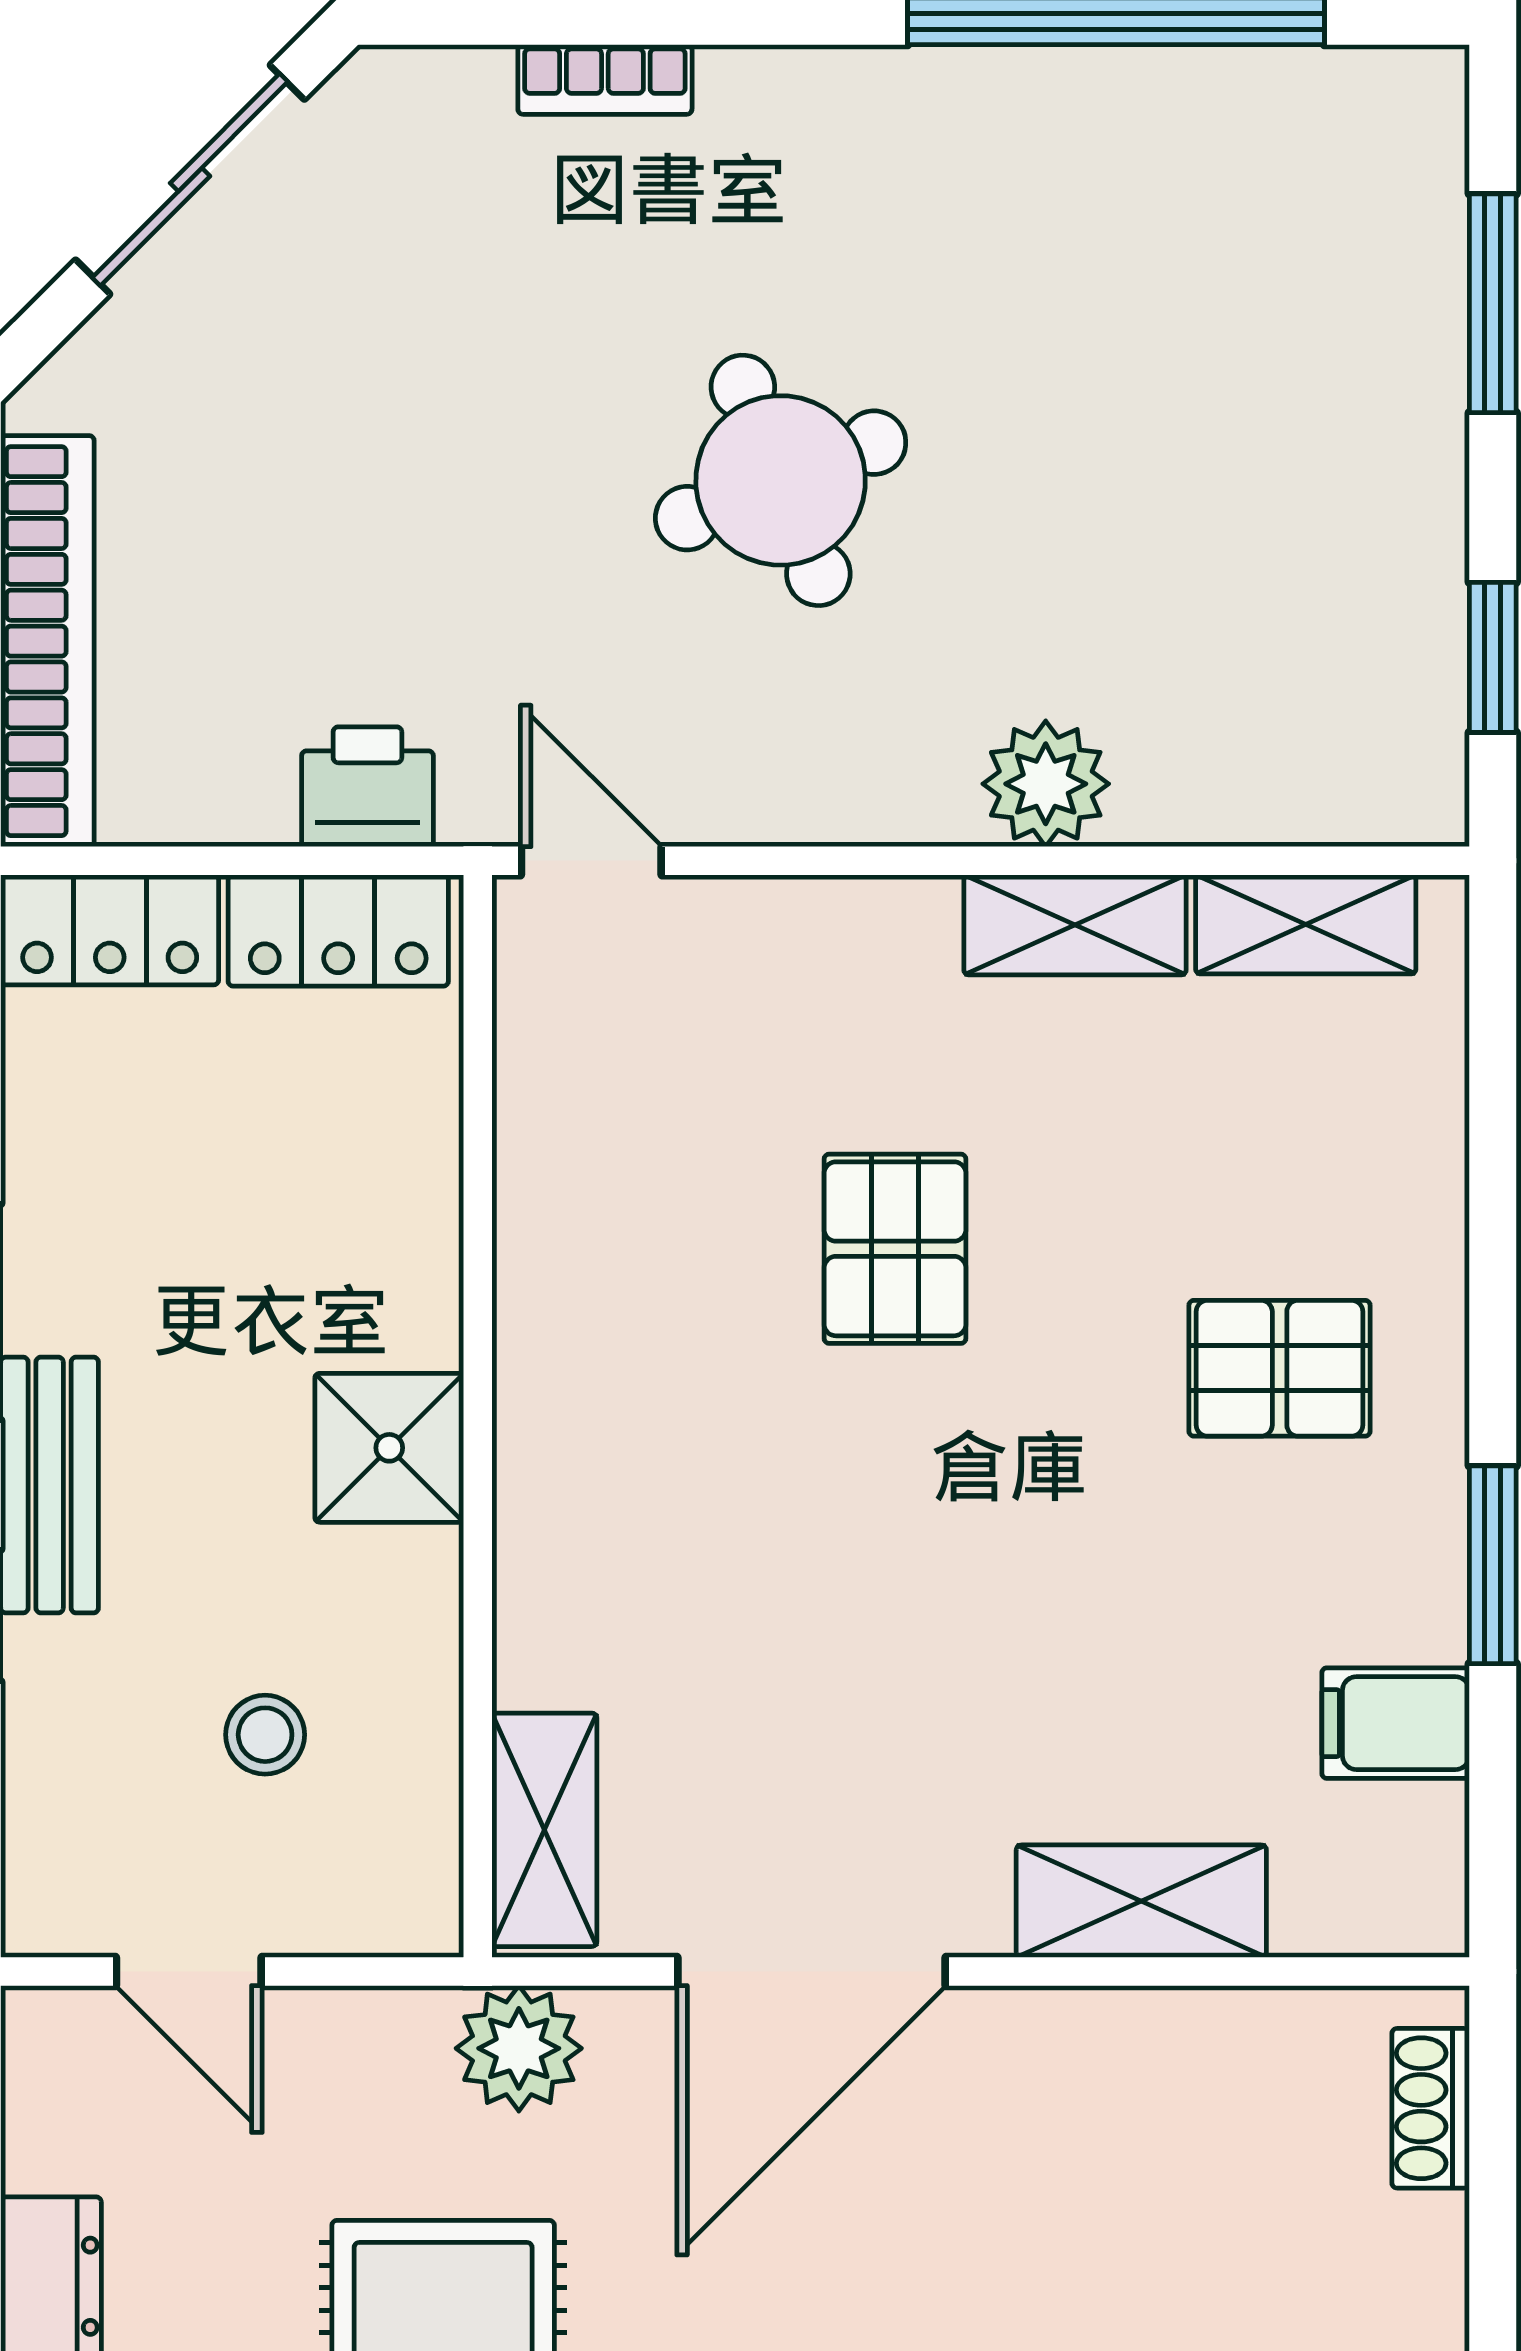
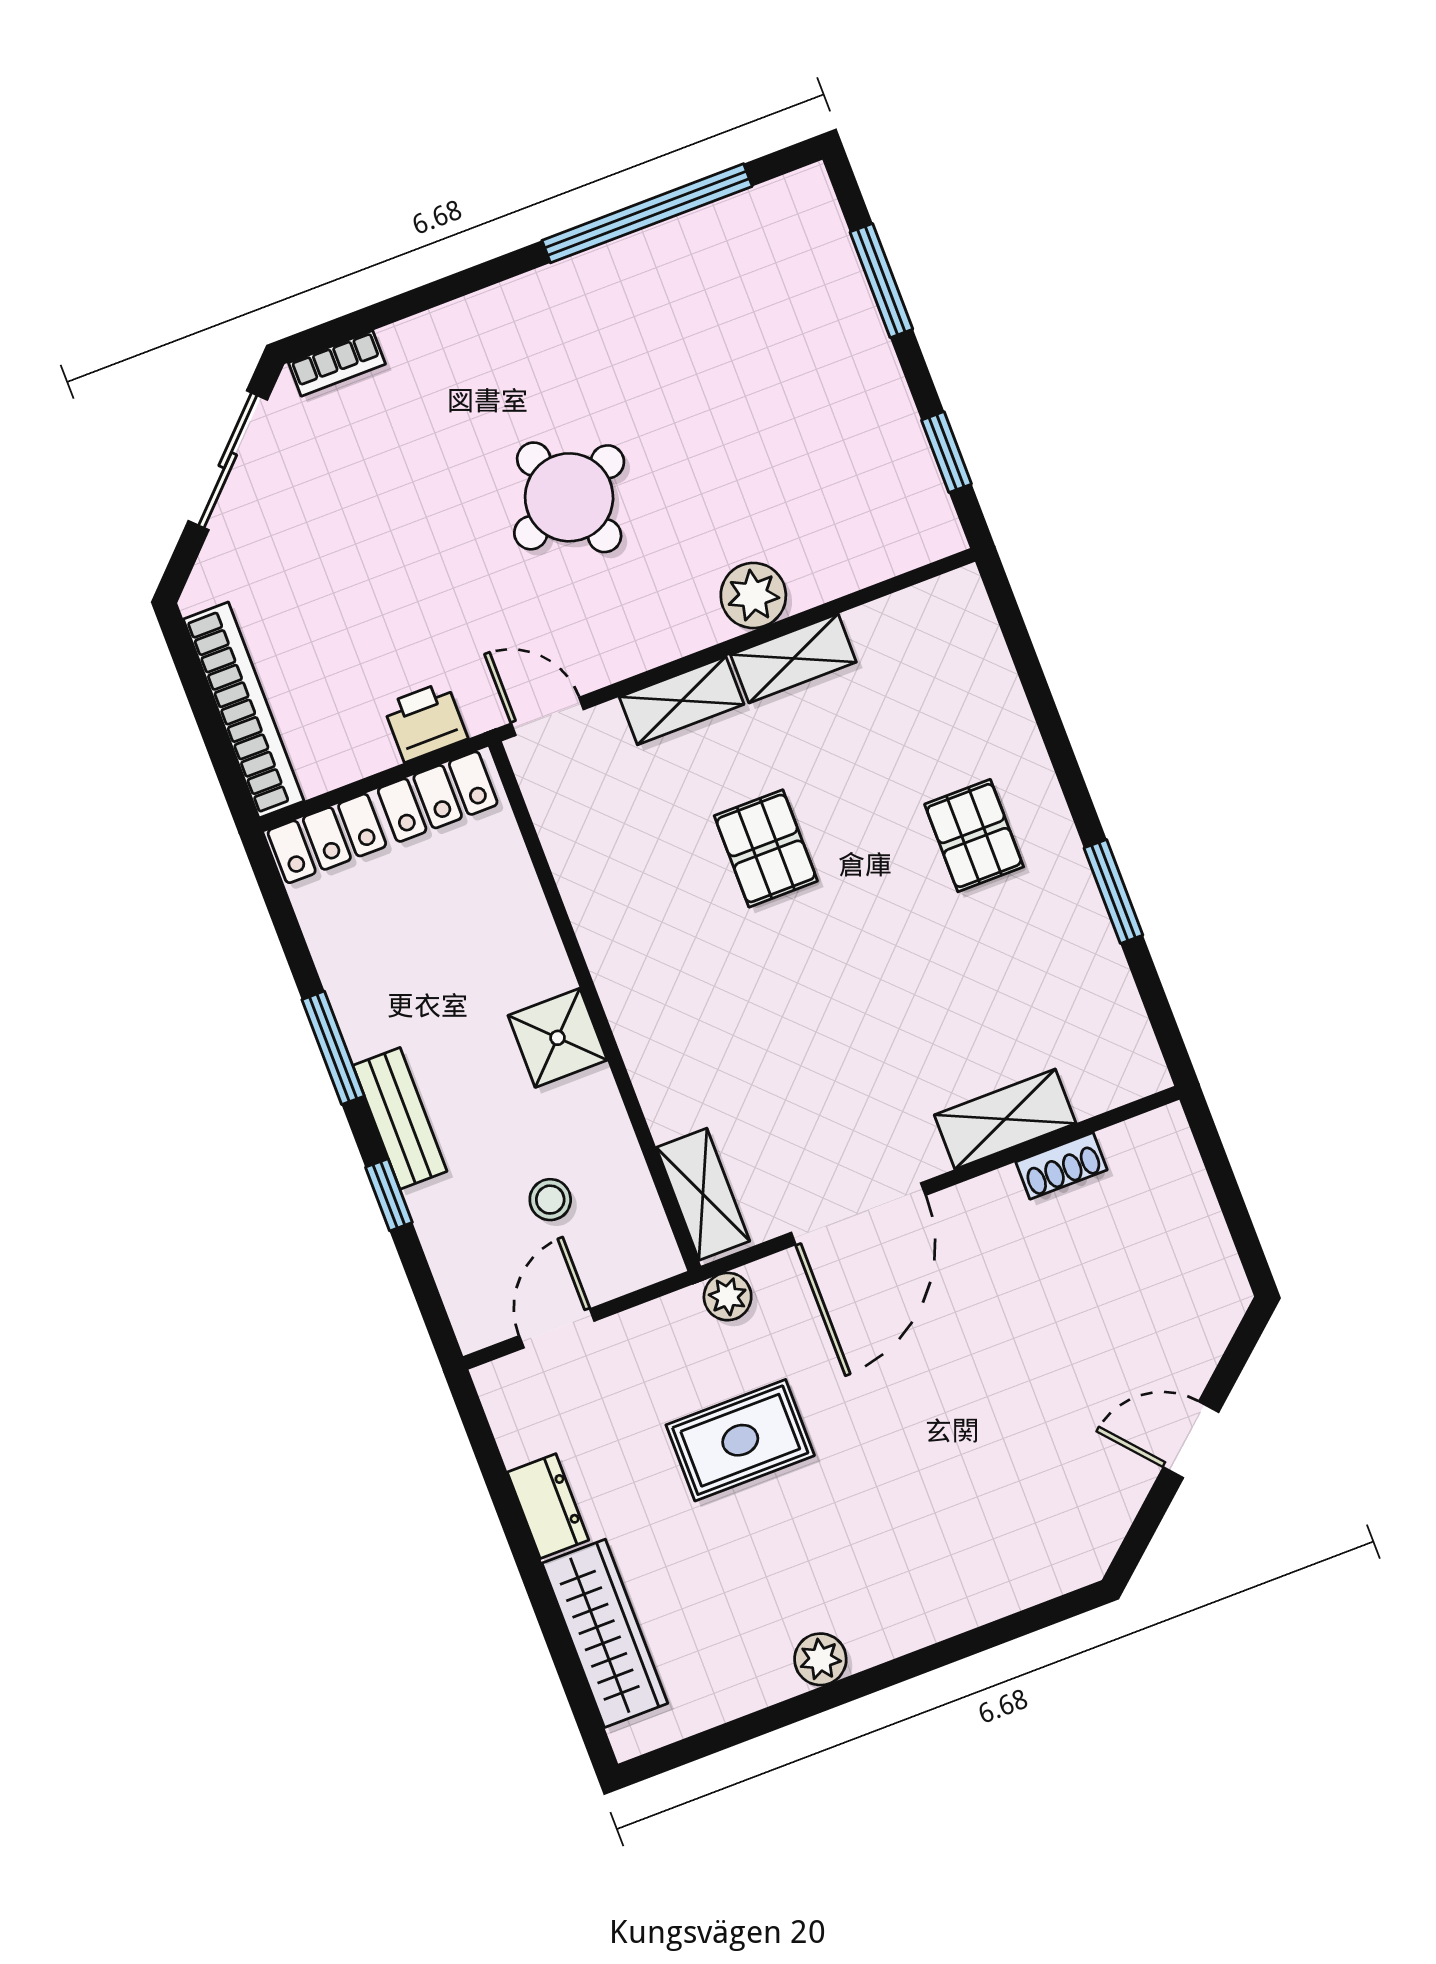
bookcase: (605, 79) -> (337, 363), moved
shelving: (1306, 924) -> (682, 701), moved
pallet: (1280, 1368) -> (974, 836), turned 90
filing cabinet: (1396, 1723) -> (1096, 986), removed
door: (189, 1972) -> (557, 1328), swing flipped
plant: (519, 2048) -> (728, 1297), width x0.73, depth x0.73
shoe rack: (1431, 2108) -> (1062, 1166), moved, turned -90

